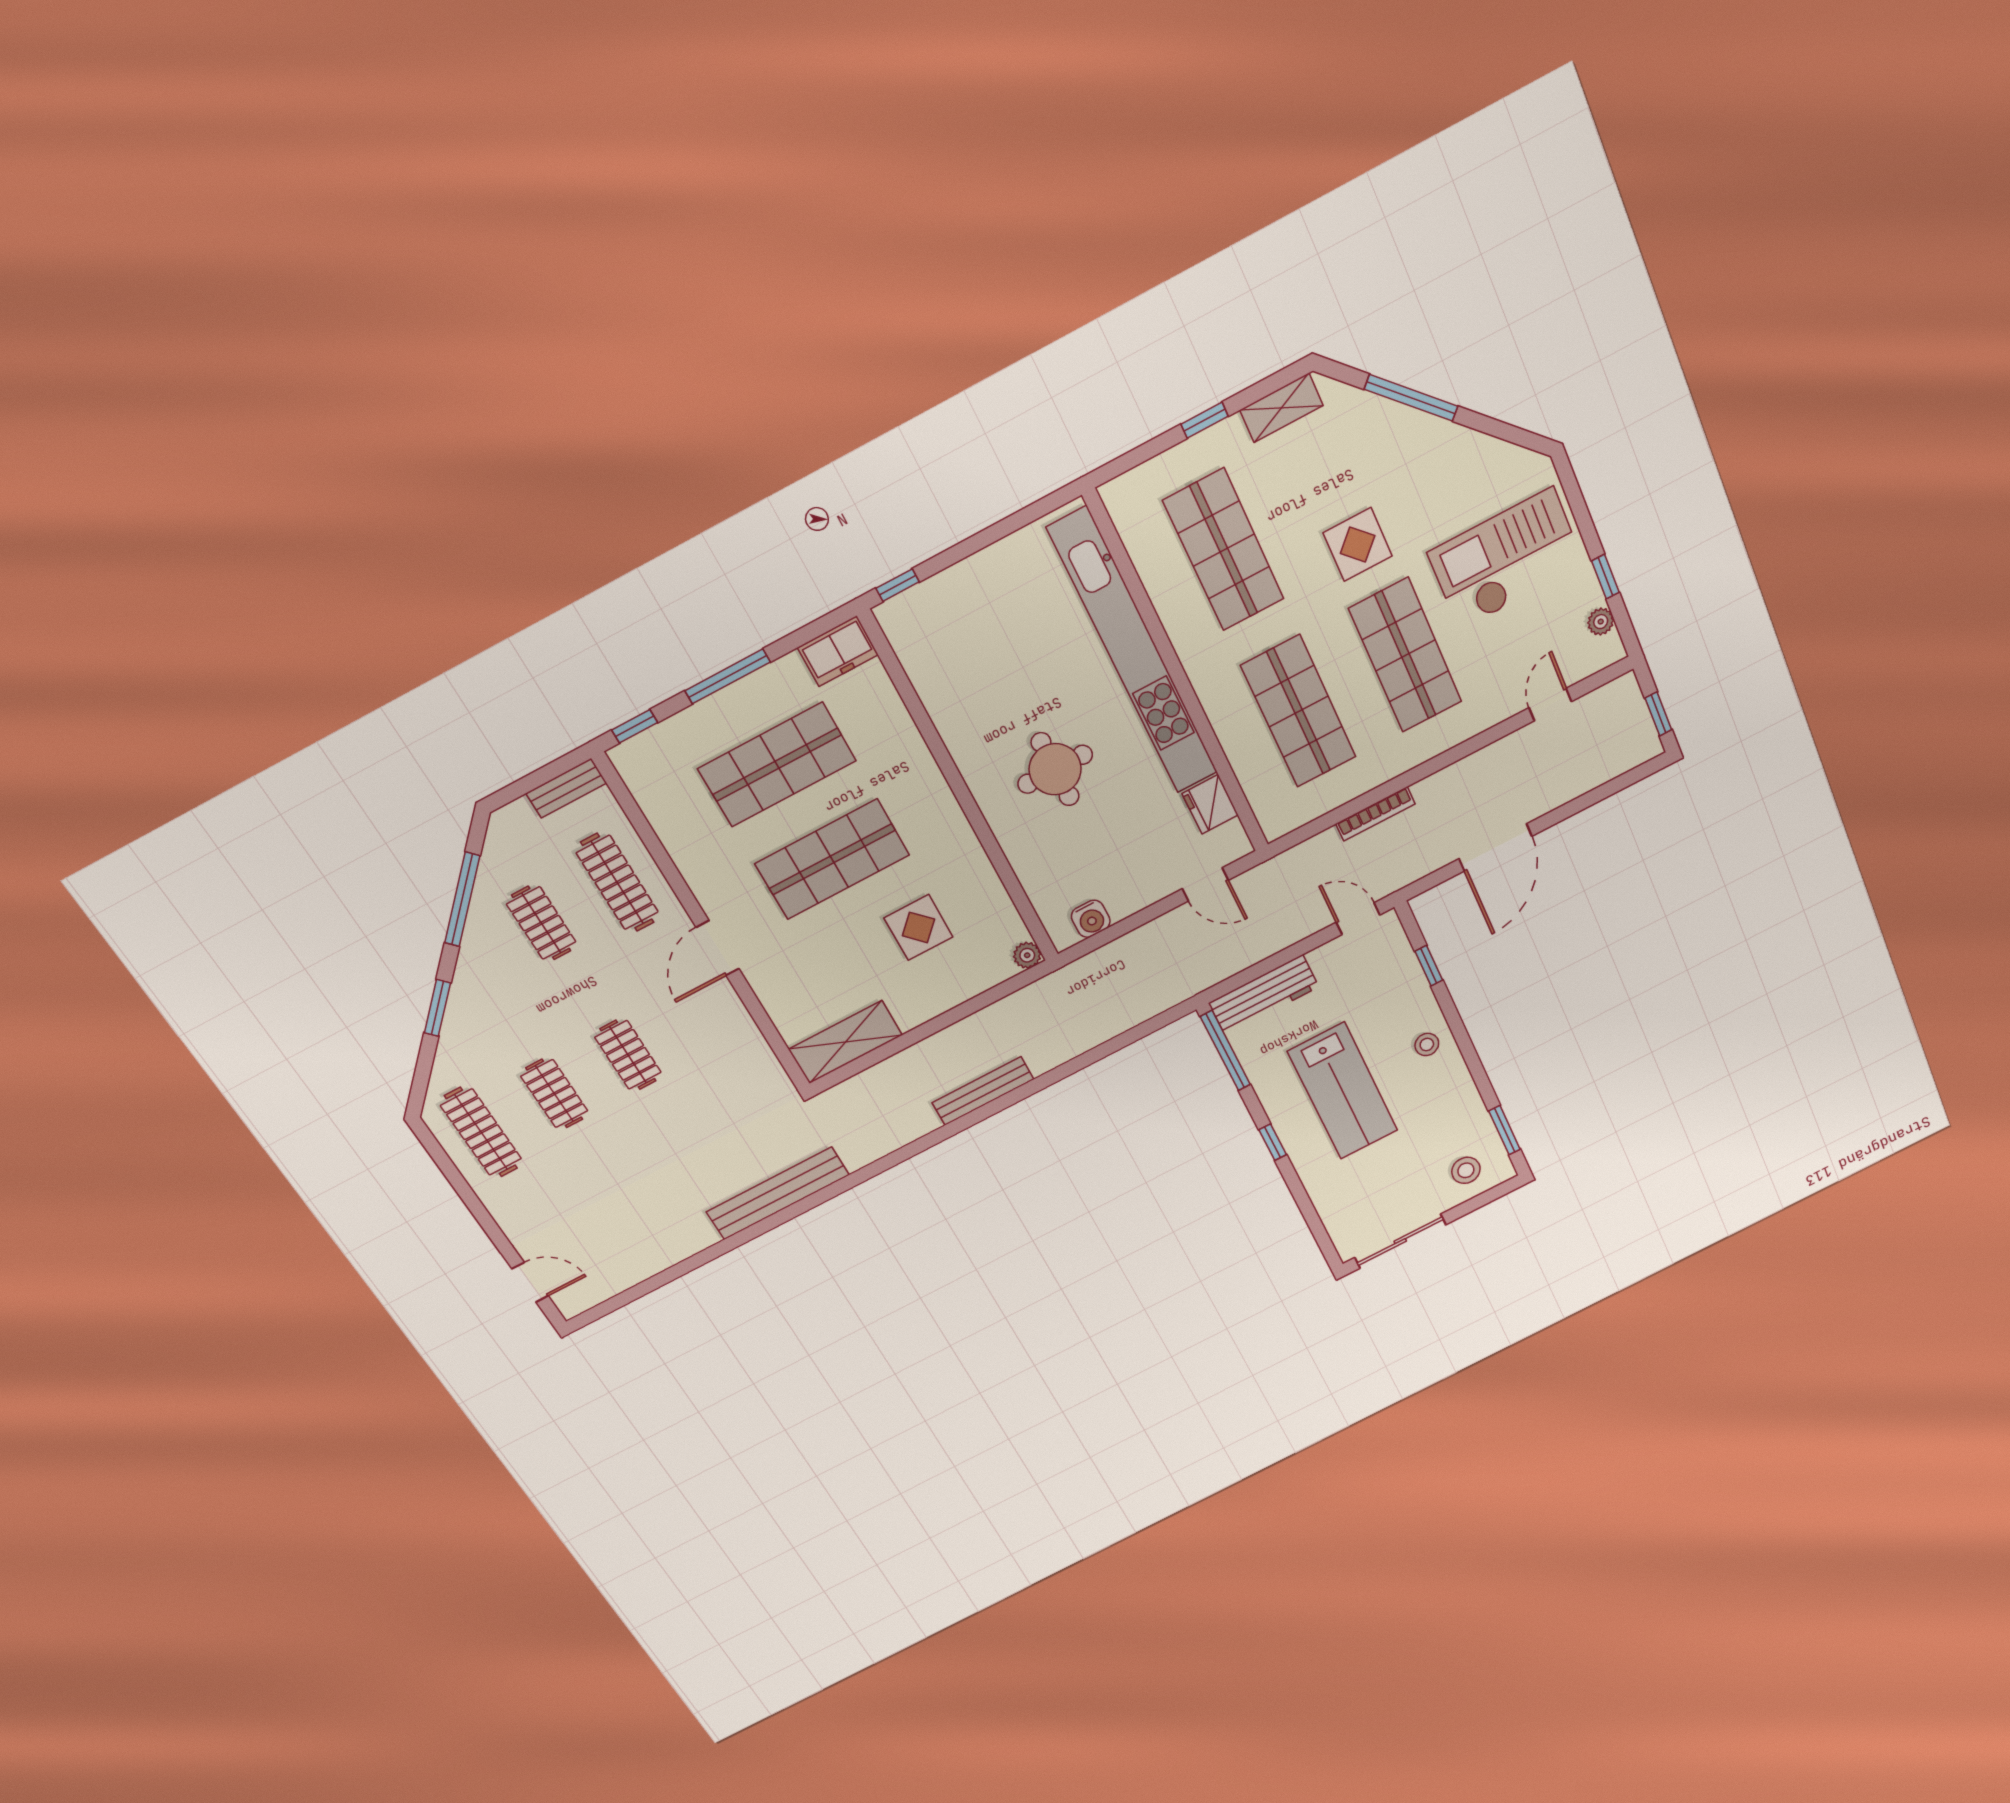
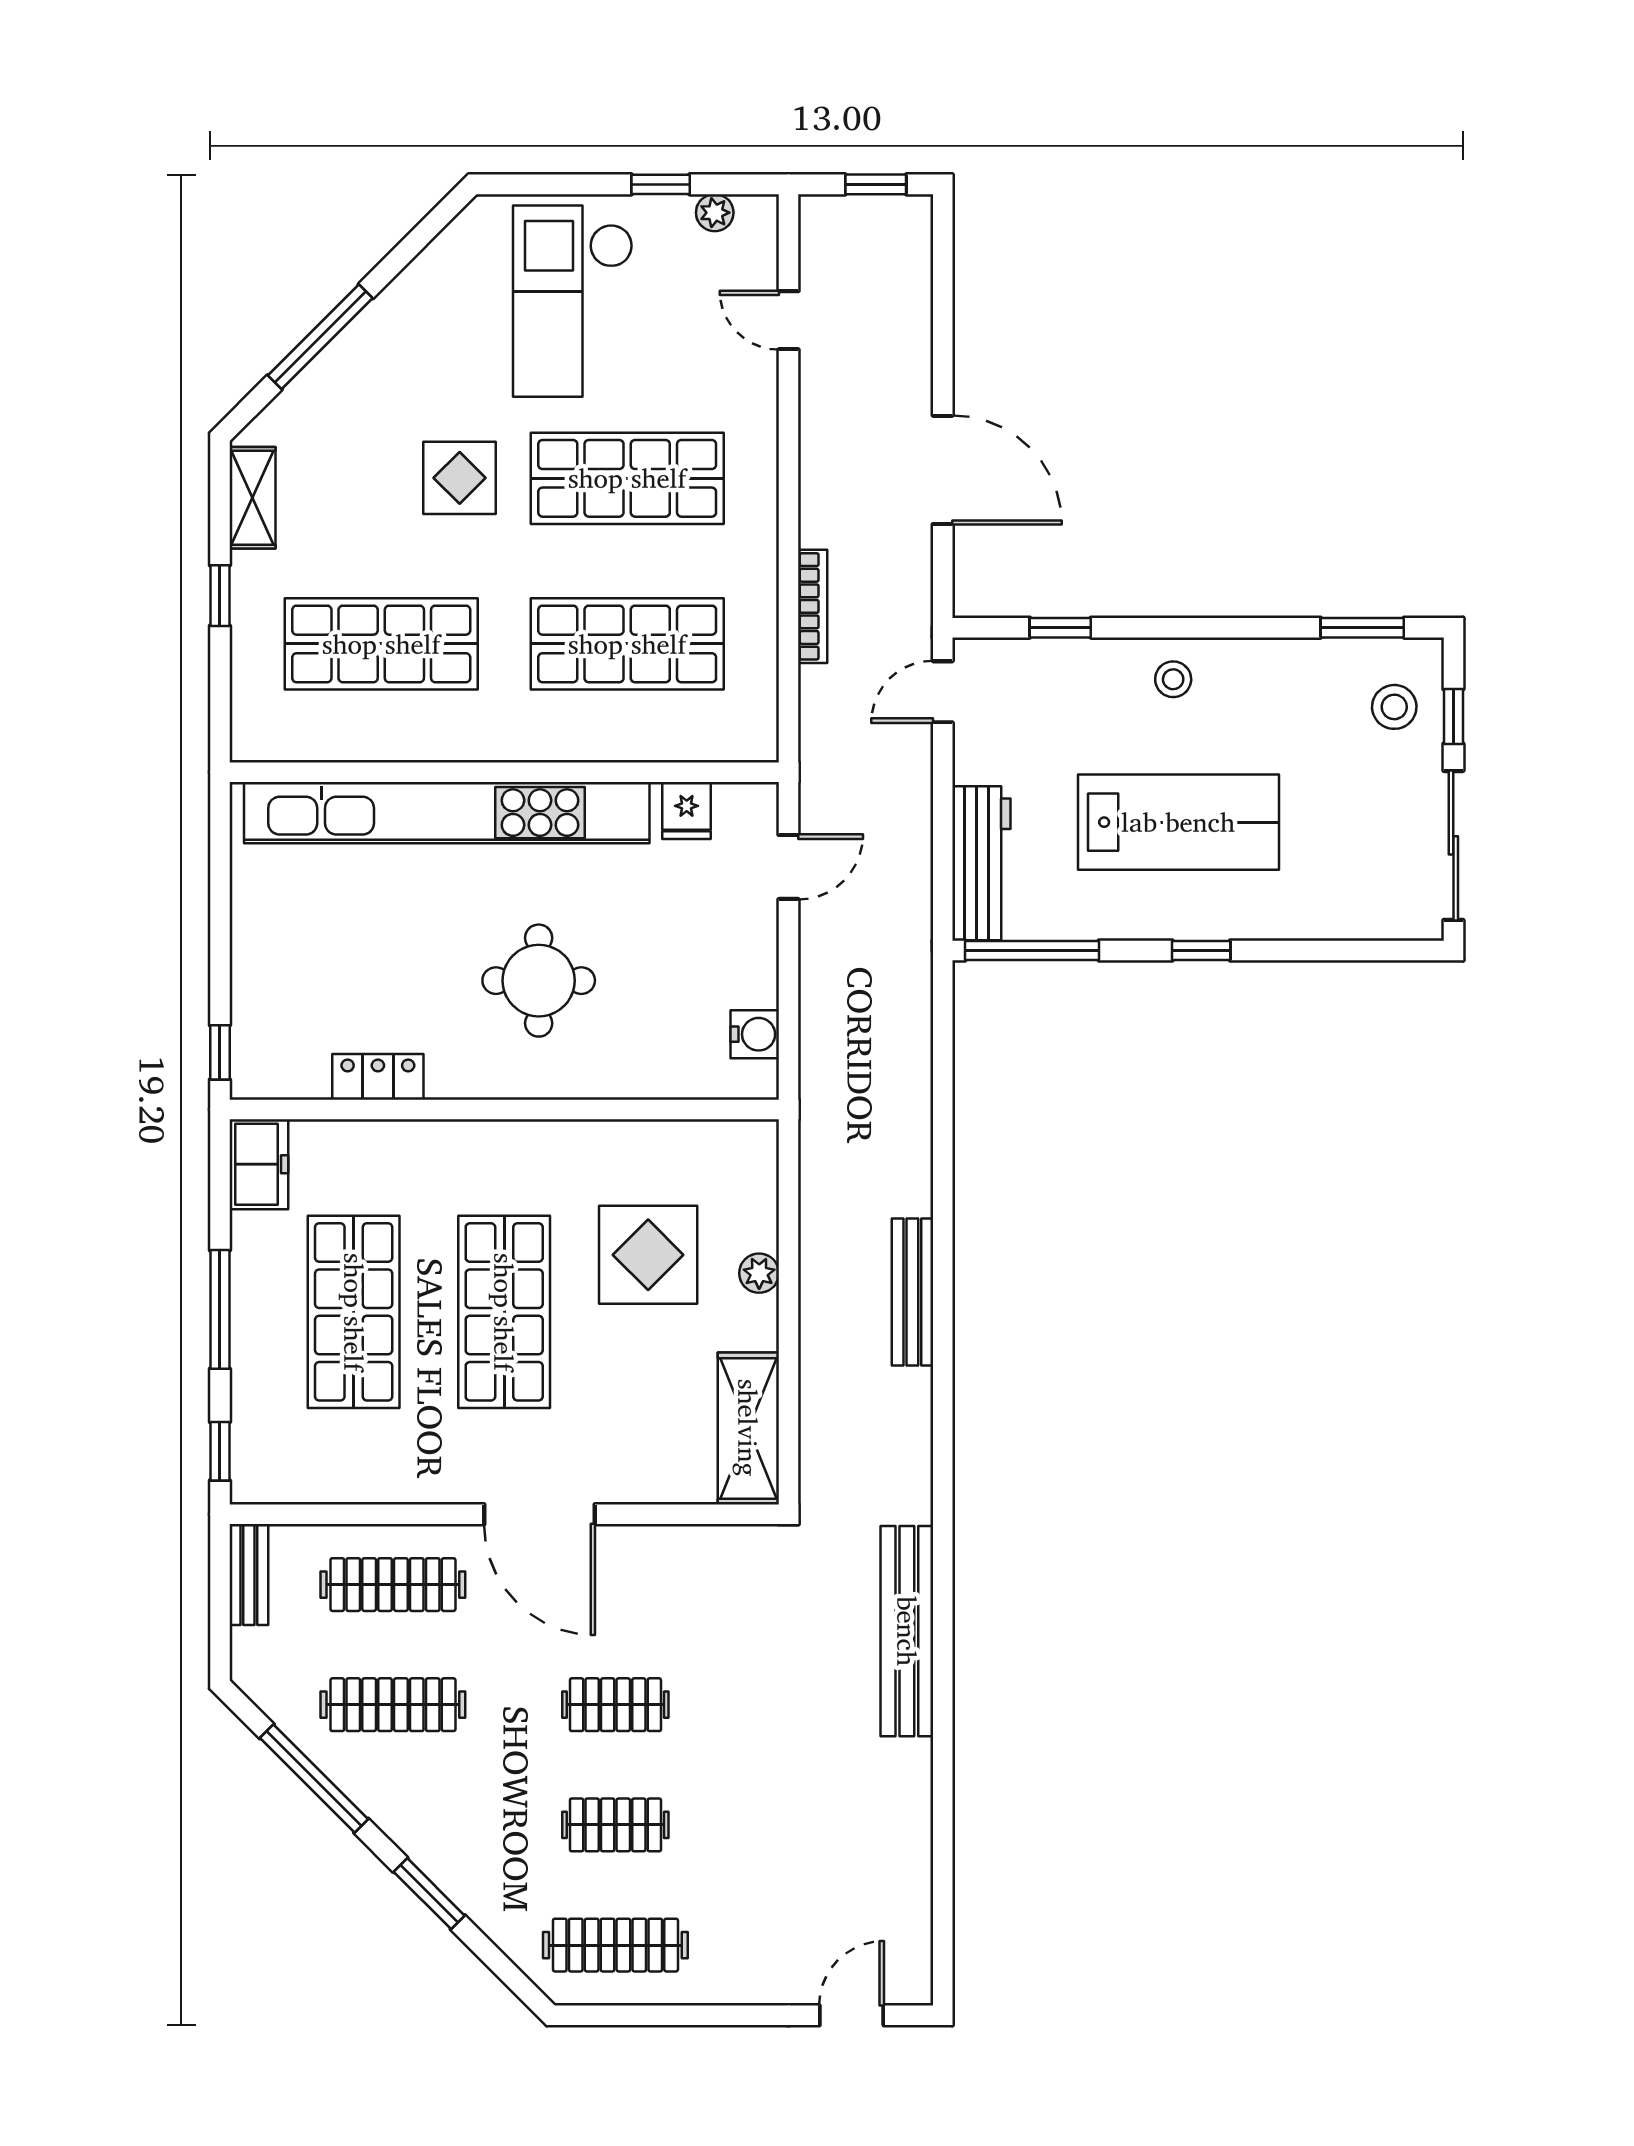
locker: (938, 699) -> (378, 1077), added
fridge: (1210, 804) -> (687, 810), width x0.72
clothes rail: (541, 923) -> (393, 1705), width x1.36
display table: (918, 927) -> (648, 1255), width x1.36, depth x1.36
door: (718, 948) -> (540, 1514), width x1.36
plant: (1027, 955) -> (759, 1273), moved
window: (1475, 1203) -> (1453, 716), added

